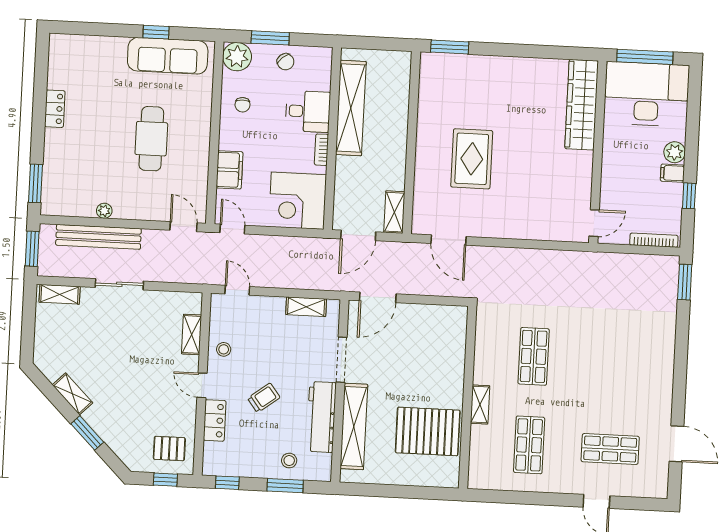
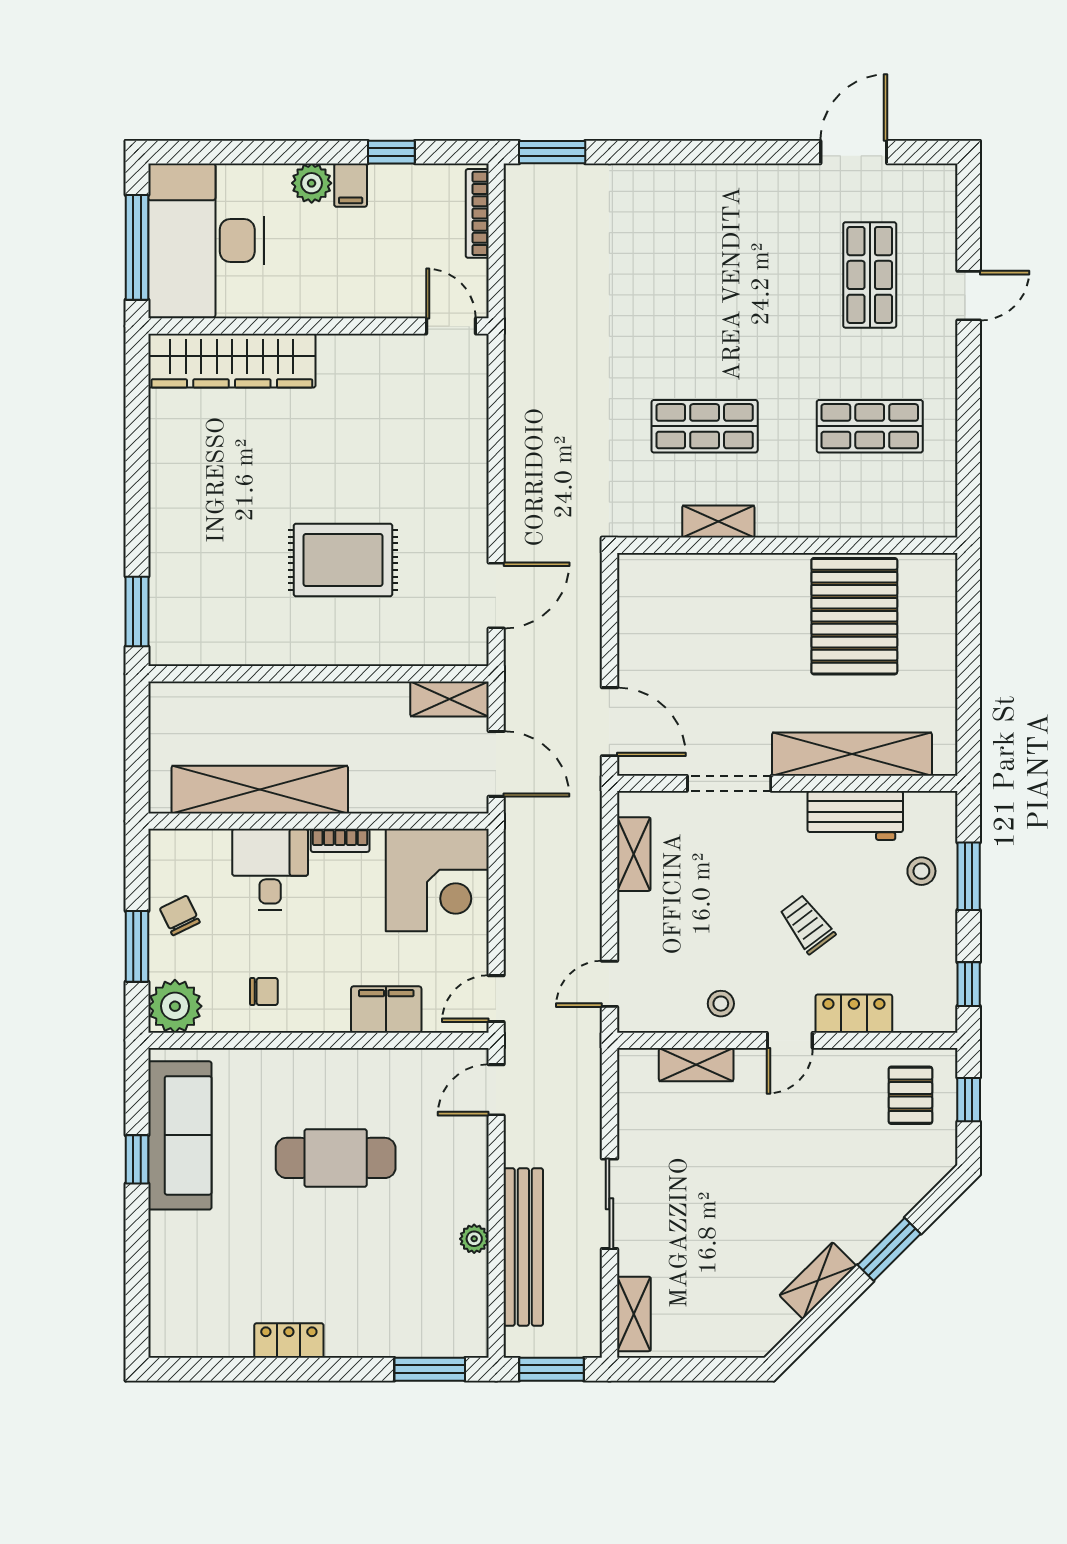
chair: (286, 62) -> (180, 915), turned -76
shelving: (480, 405) -> (718, 521), moved
workbench: (321, 417) -> (855, 816), width x0.73

